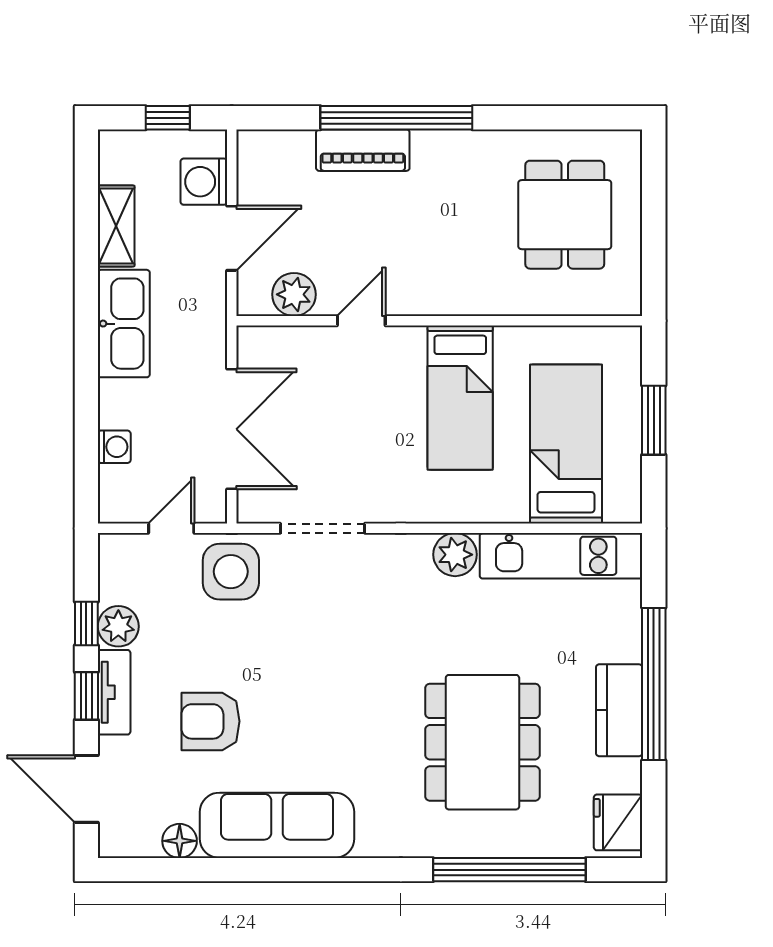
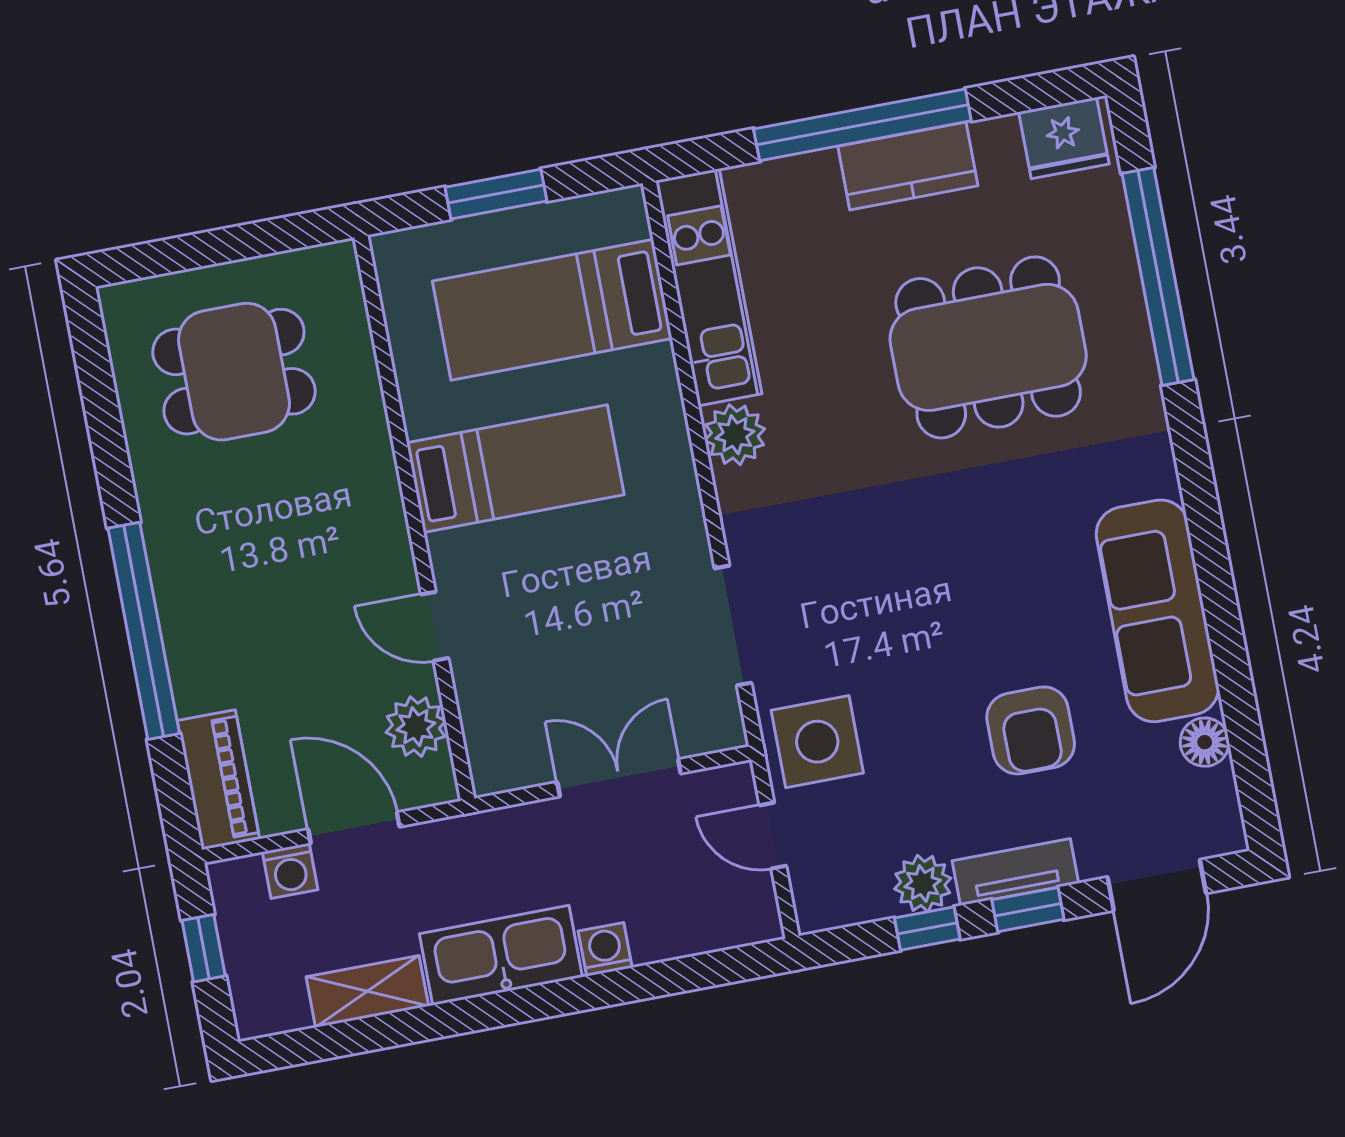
piano: (363, 150) -> (218, 780), moved
washing machine: (204, 182) -> (290, 871), width x0.73, depth x0.73
double door: (232, 429) -> (619, 778), width x0.73
washing machine: (114, 447) -> (605, 949), moved

